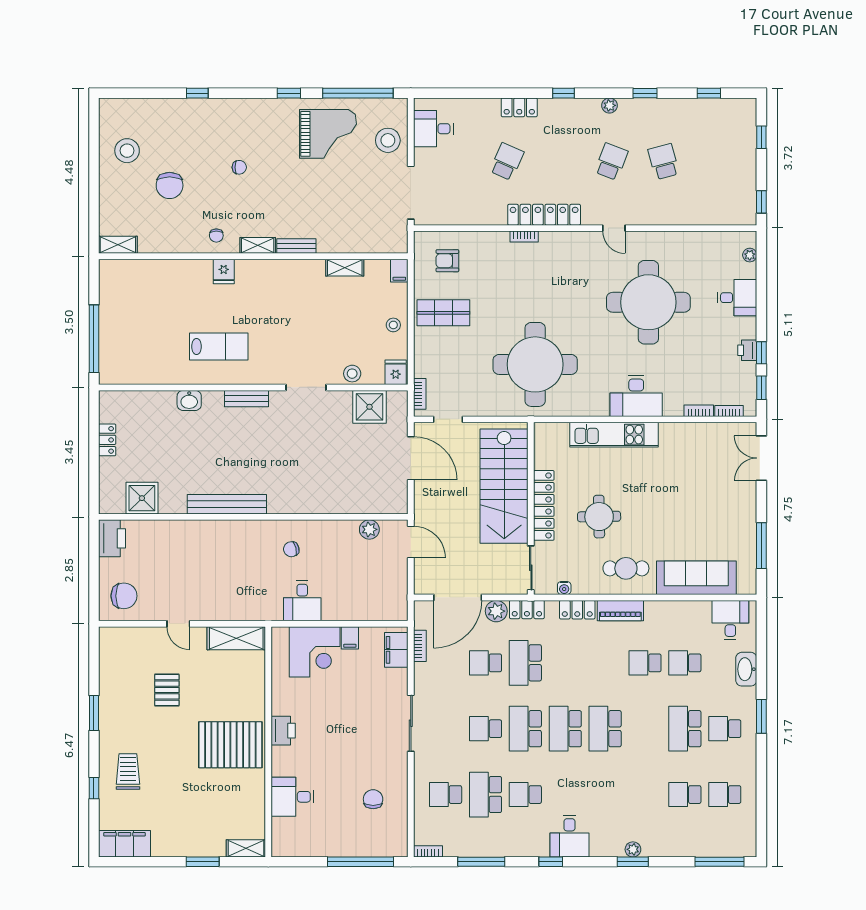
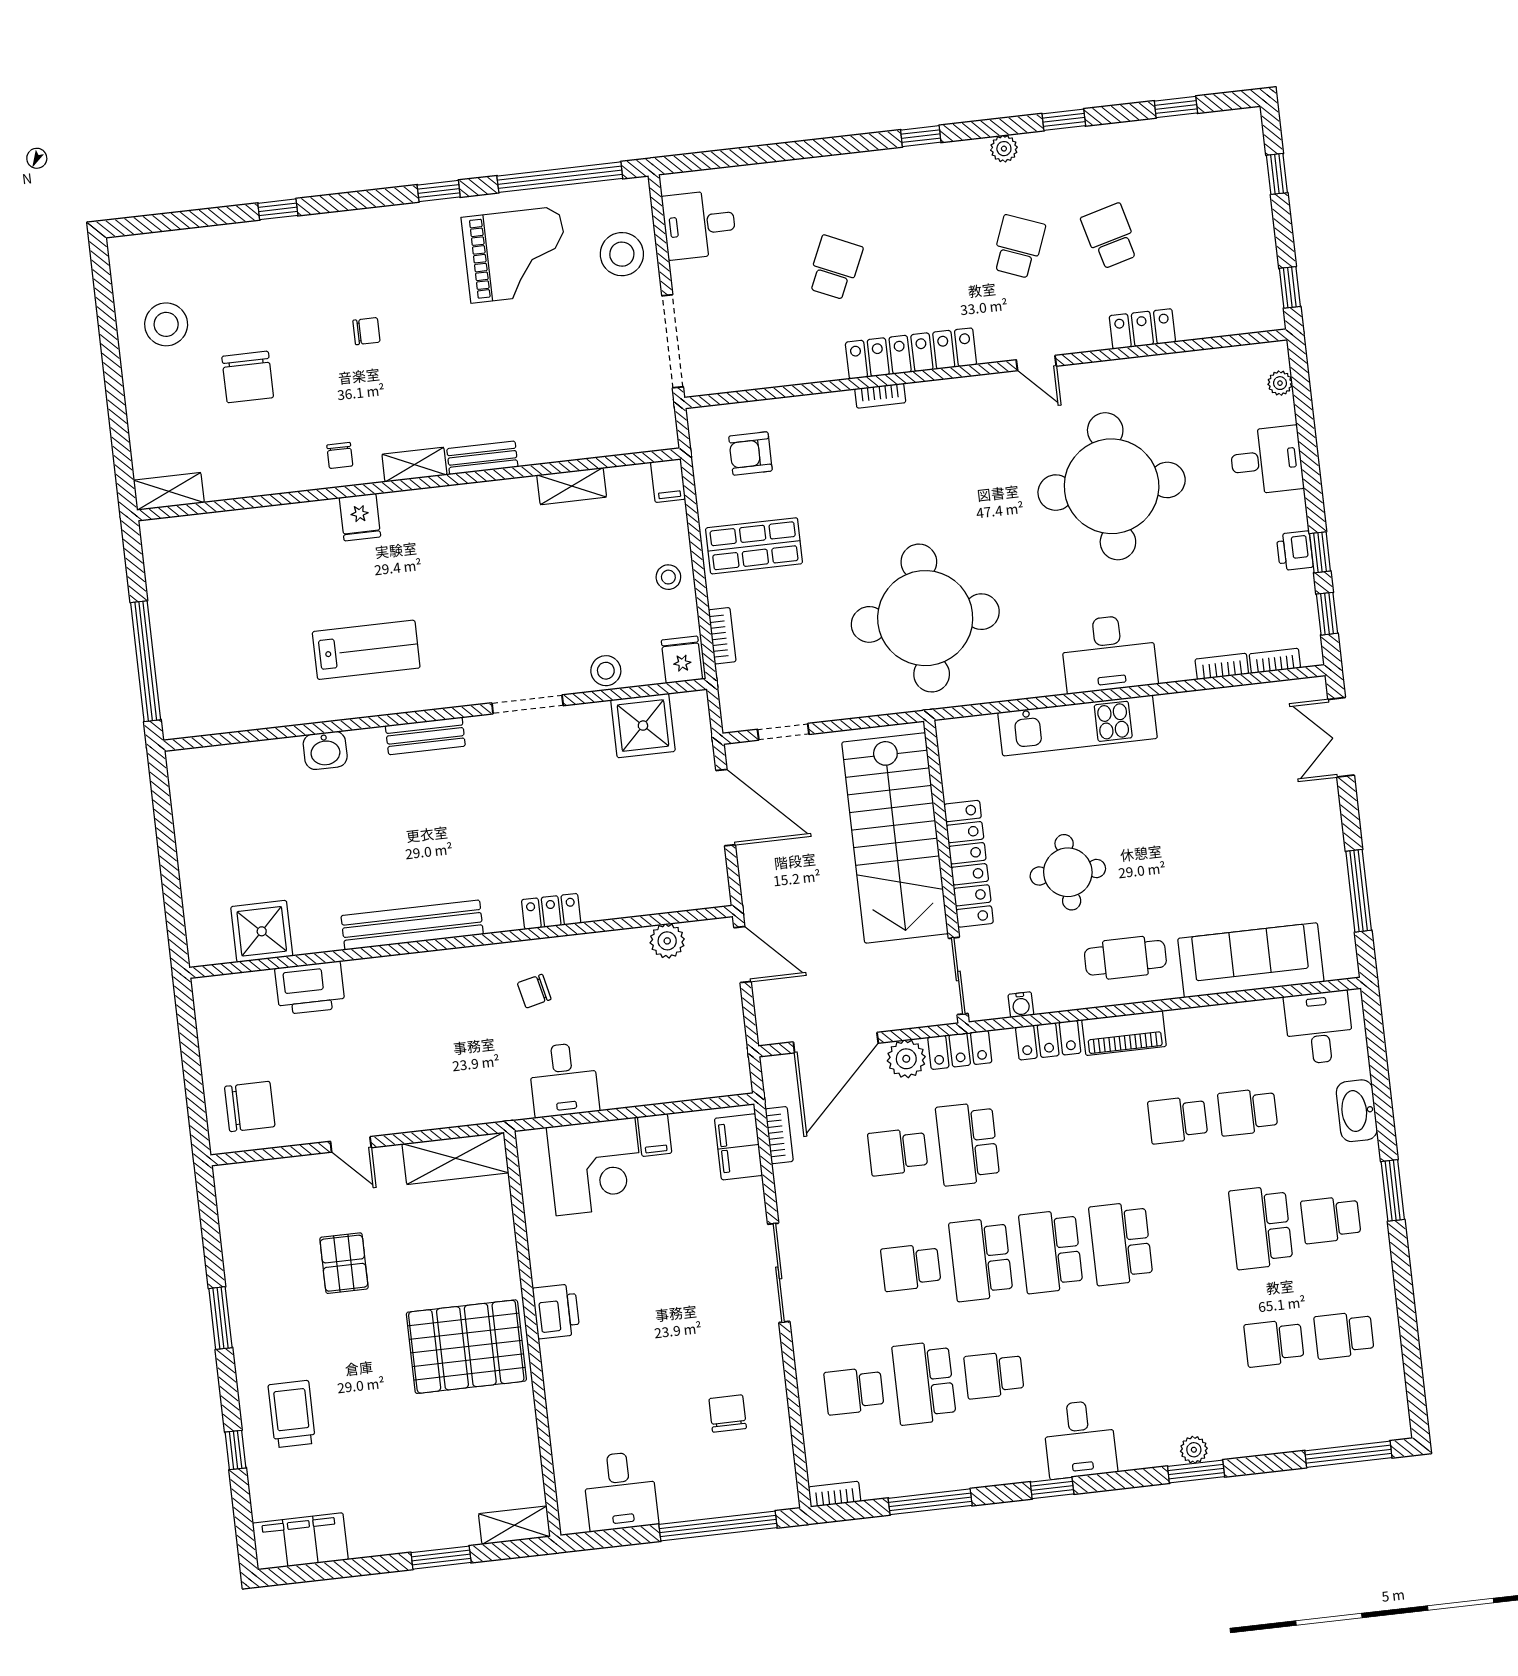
locker: (519, 107) -> (1142, 329), moved, turned 180
bookcase: (420, 394) -> (722, 636), moved
locker: (107, 440) -> (551, 911), moved, turned -90
printer: (112, 538) -> (310, 988), moved, turned 90
desk: (292, 797) -> (620, 1491), moved, turned -90

